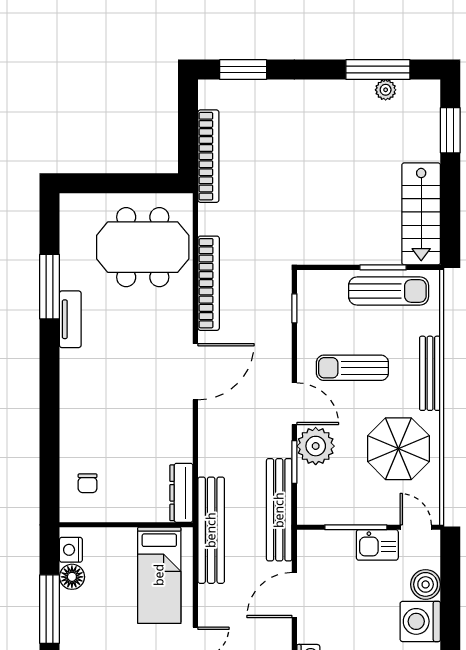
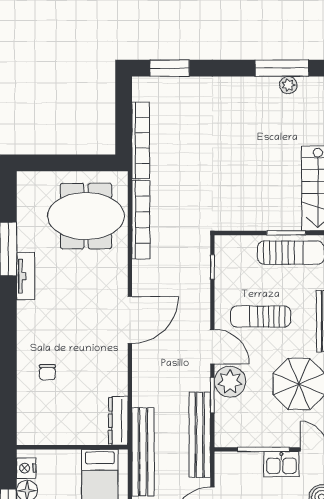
bookcase: (209, 283) -> (141, 220), moved
chair: (88, 483) -> (47, 372), moved

